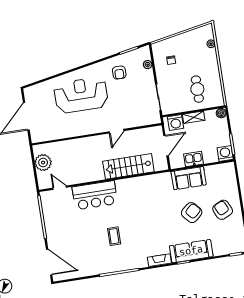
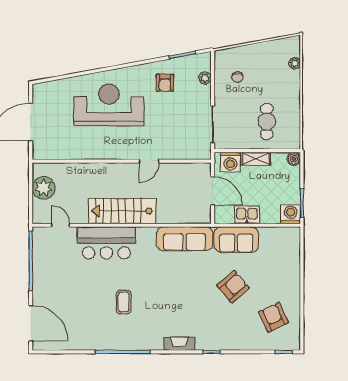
door: (166, 146) -> (213, 191), hinge flipped
stairs: (128, 166) -> (122, 211), moved
armchair: (223, 210) -> (274, 317), moved
sofa: (191, 251) -> (185, 239), moved, turned 180

